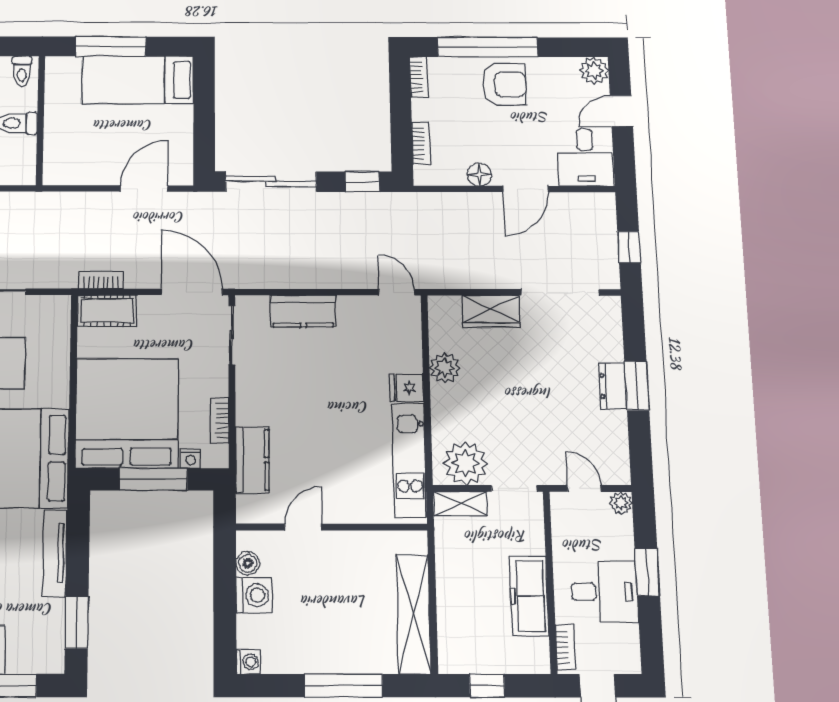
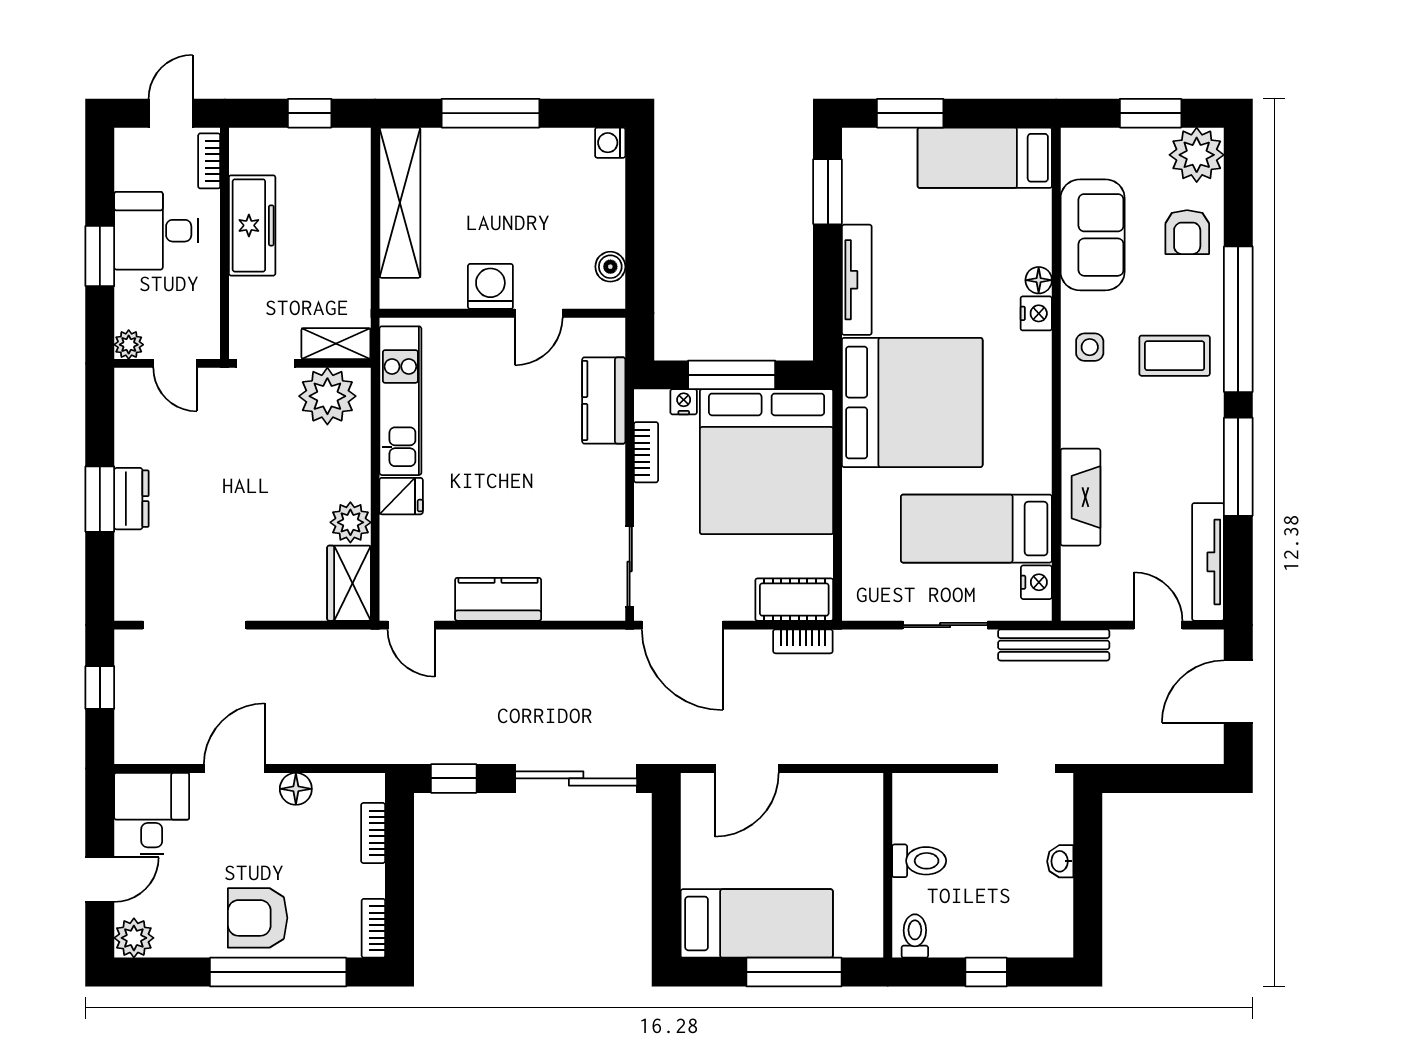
kitchen counter: (303, 311) -> (498, 599), moved
wardrobe: (491, 311) -> (349, 583), moved, turned -90
washing machine: (254, 595) -> (490, 286), moved, turned 90

